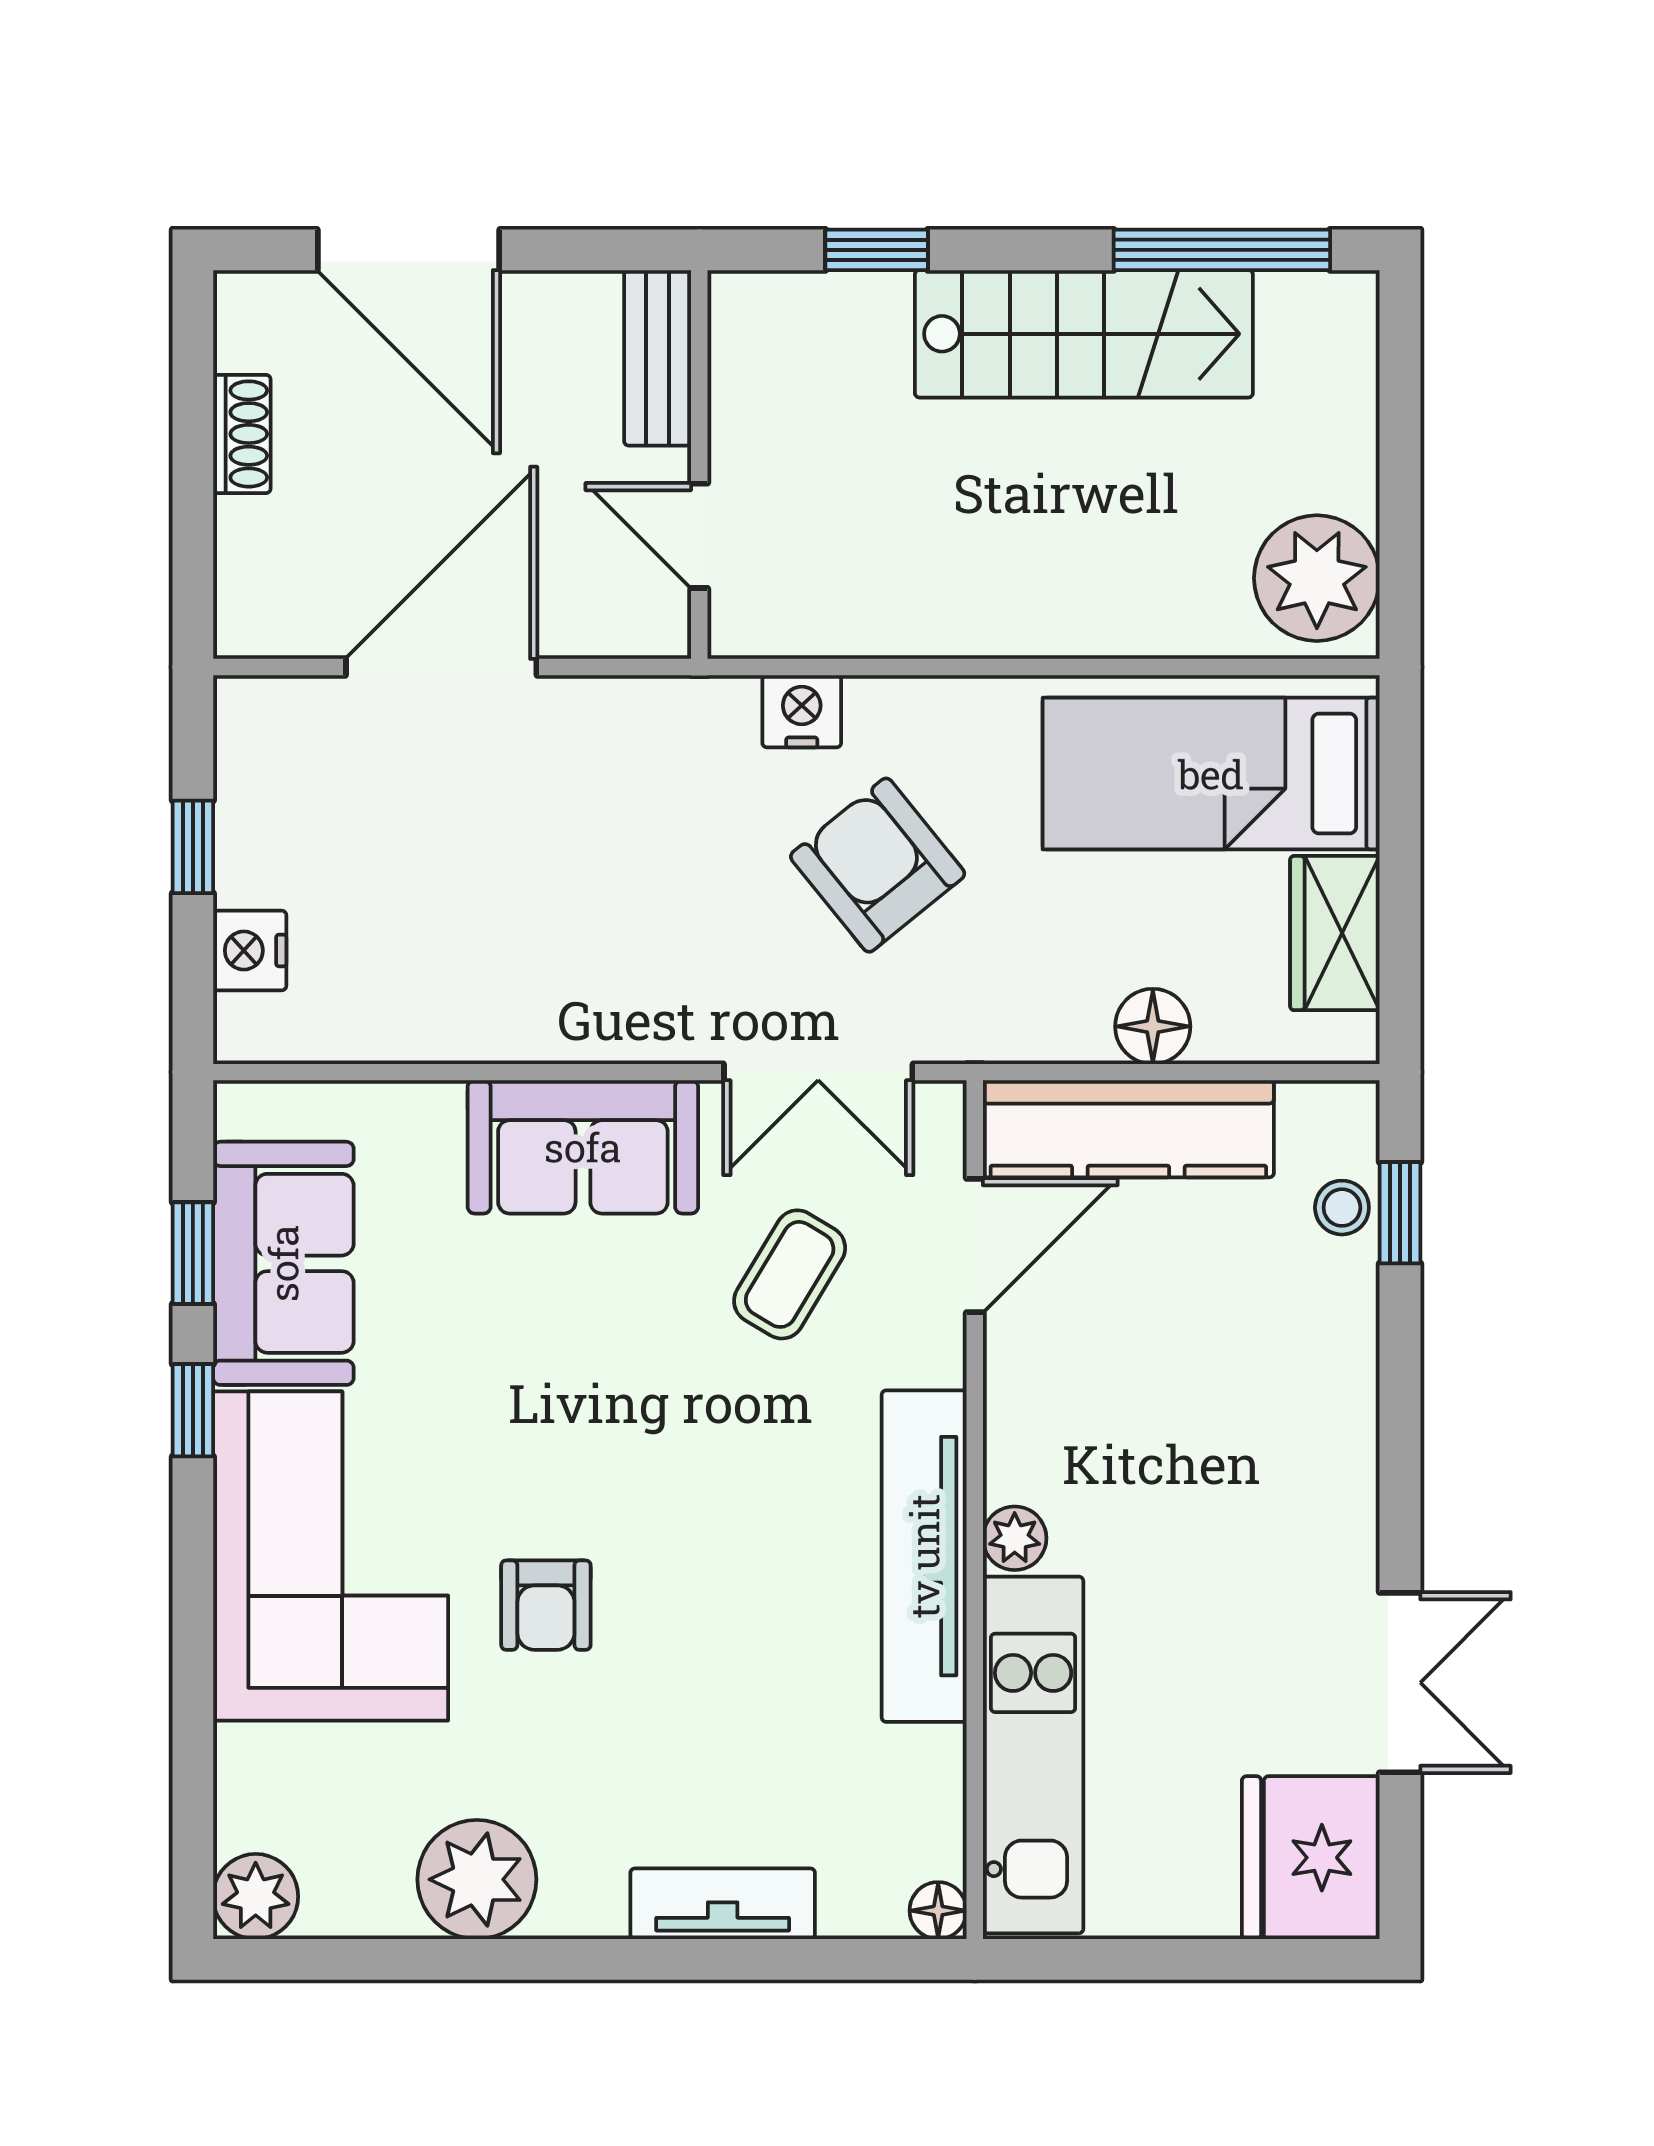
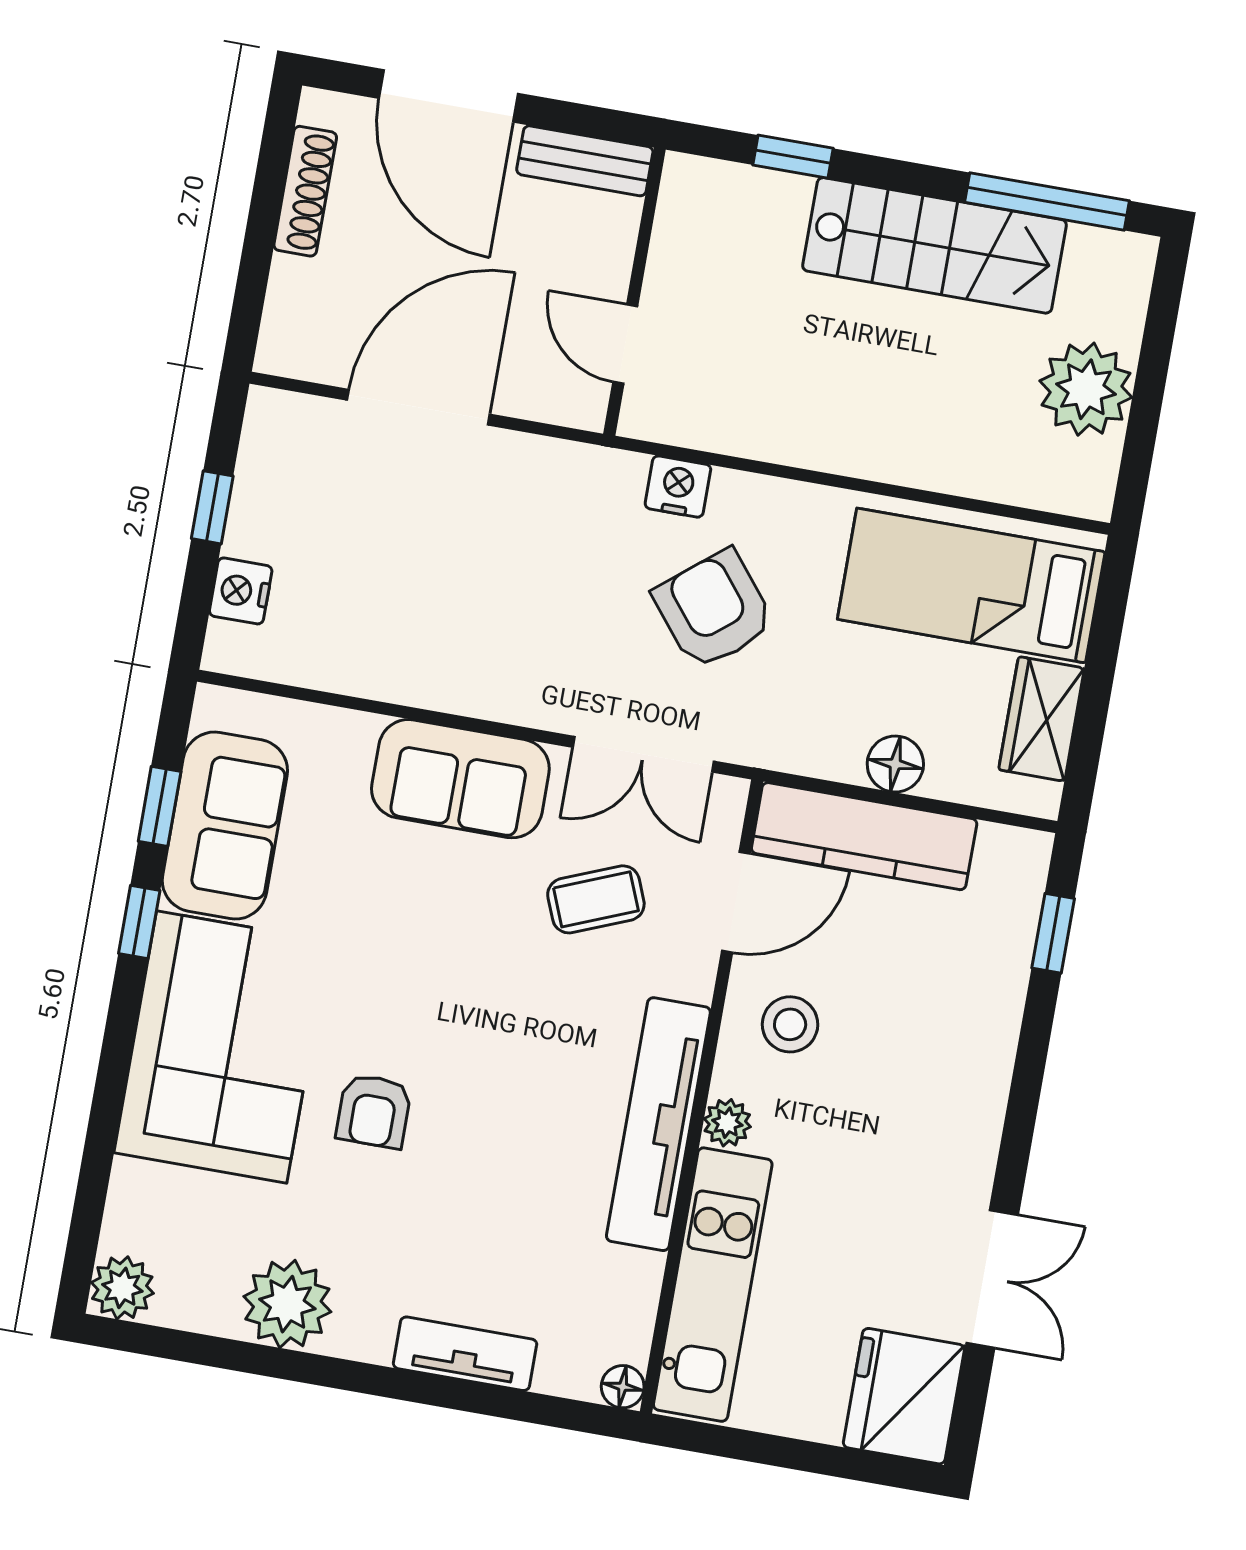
bench: (658, 358) -> (585, 161), moved, turned 90
shoe rack: (242, 434) -> (305, 191), width x1.43
plant: (1317, 578) -> (1086, 389), moved
stool: (1342, 1208) -> (790, 1024), moved, width x1.37, depth x1.37
coffee table: (790, 1274) -> (596, 899), turned 37

